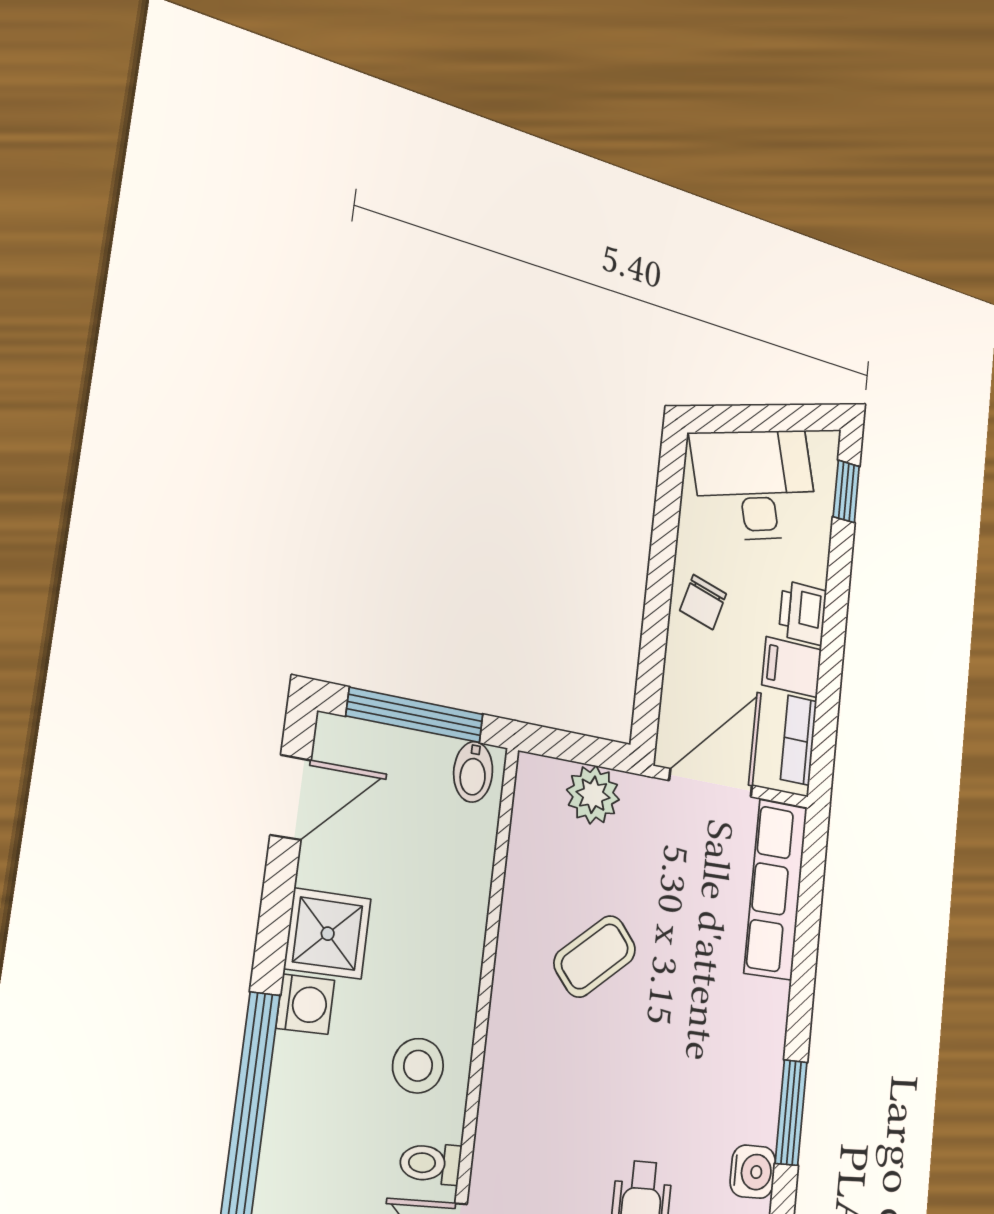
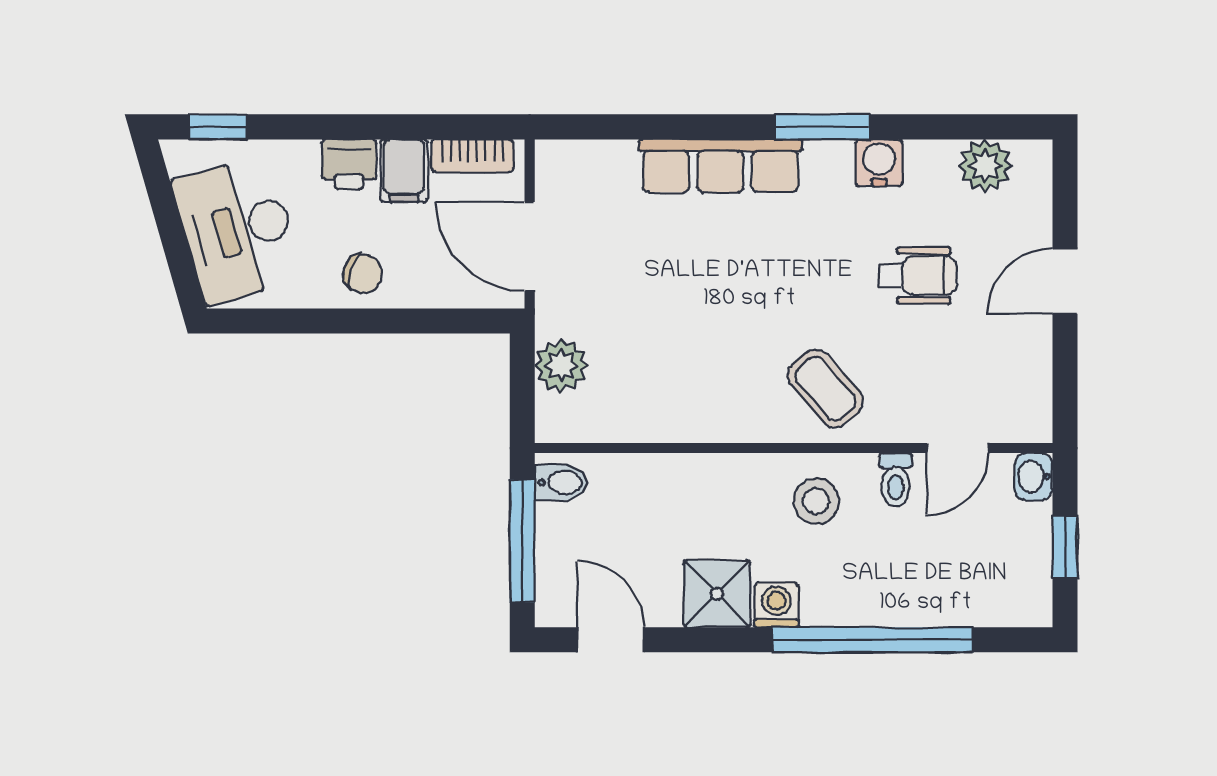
row of seats: (776, 890) -> (720, 166), moved
coffee table: (595, 956) -> (825, 389), moved

